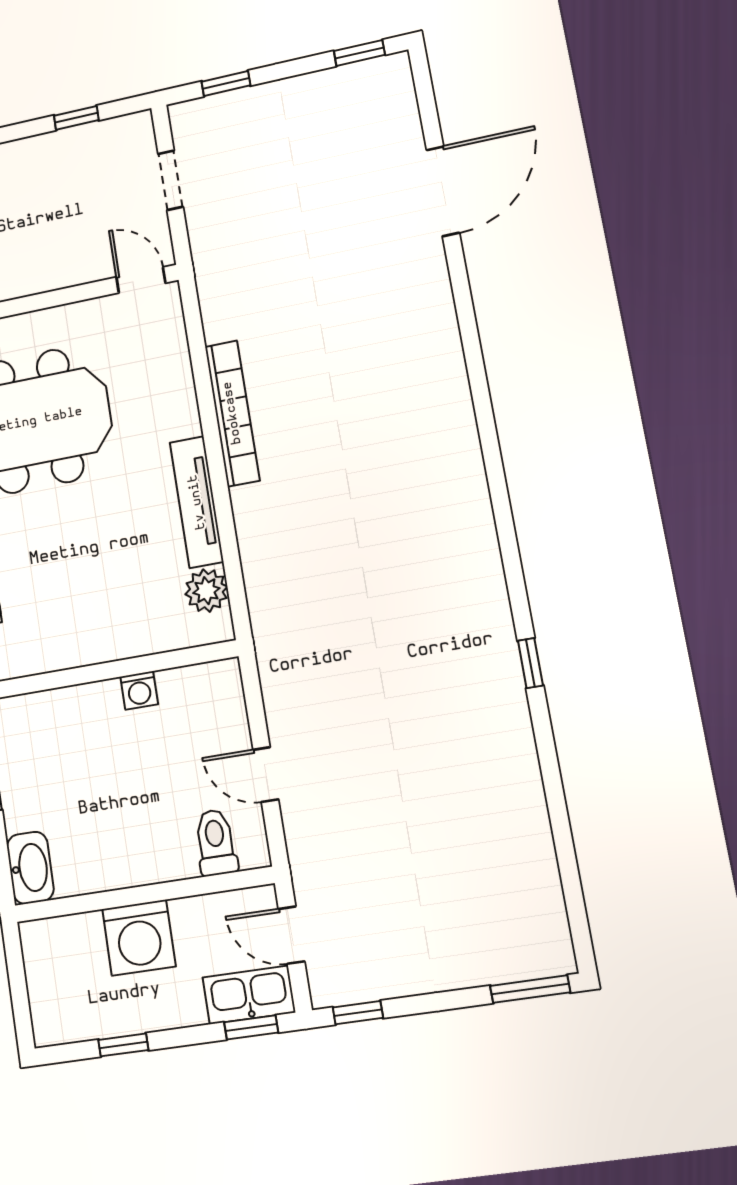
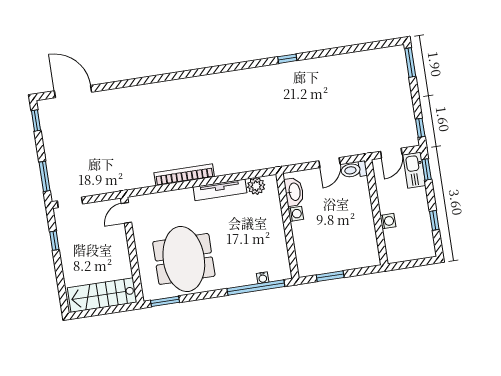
window: (226, 84) -> (45, 176), width x1.50
doorway: (171, 180) -> (70, 202), moved
door: (443, 191) -> (73, 91), moved
toilet: (216, 842) -> (354, 170), moved
washbasin: (30, 868) -> (294, 192), moved, turned 90
washing machine: (139, 938) -> (388, 221), width x0.53, depth x0.53

